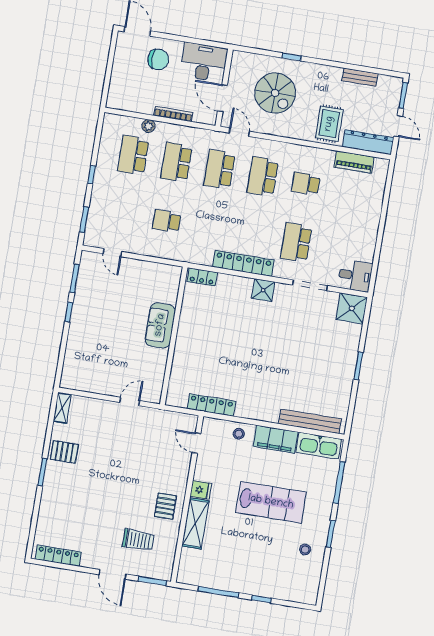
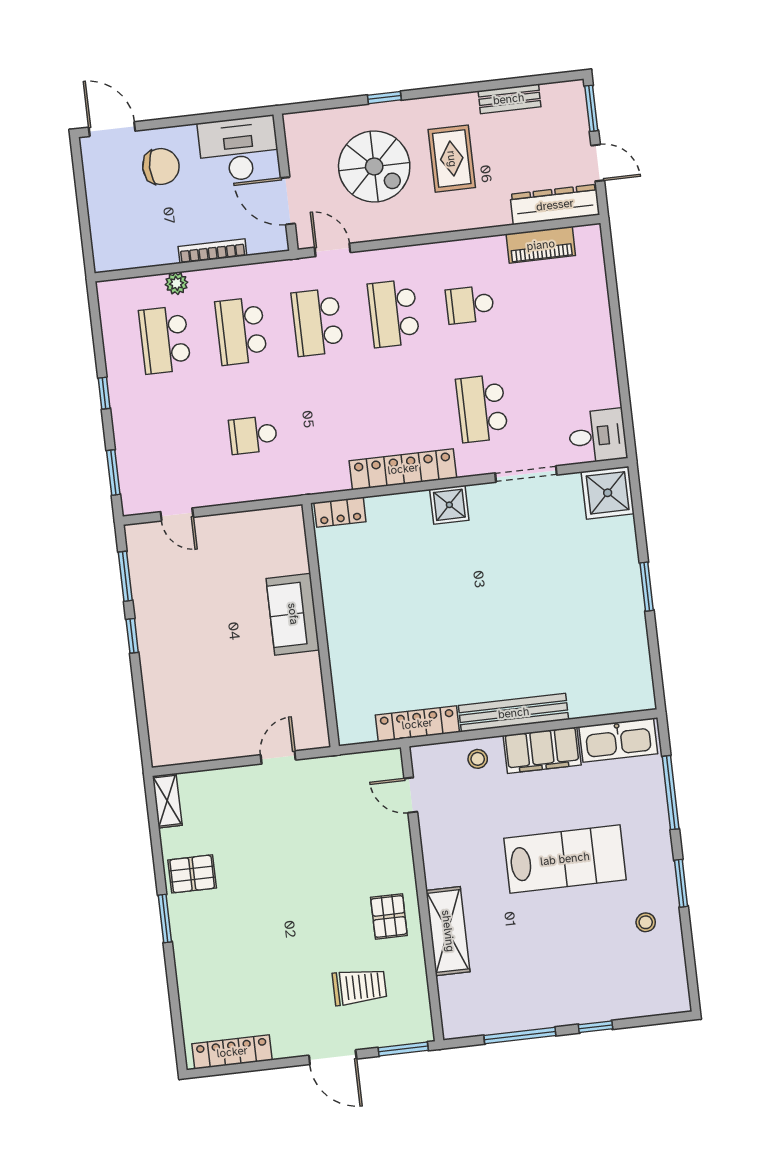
rug: (329, 124) -> (452, 159), moved
bench: (310, 421) -> (514, 713), moved
fridge: (201, 490) -> (441, 872), removed

